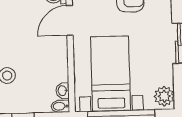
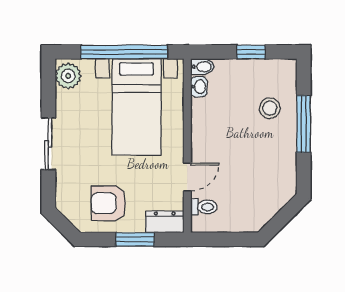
door: (70, 20) -> (187, 177), width x0.73

